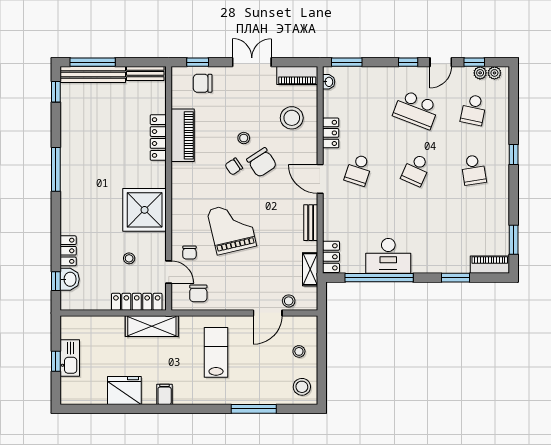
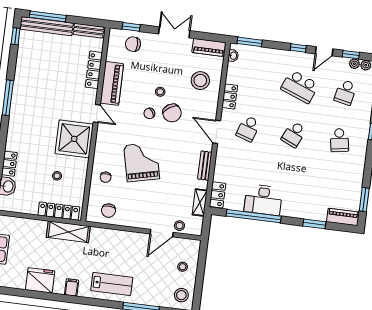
locker: (158, 138) -> (94, 70), moved
door: (169, 272) -> (97, 114), moved
lab bench: (216, 352) -> (112, 284), moved, turned 90

